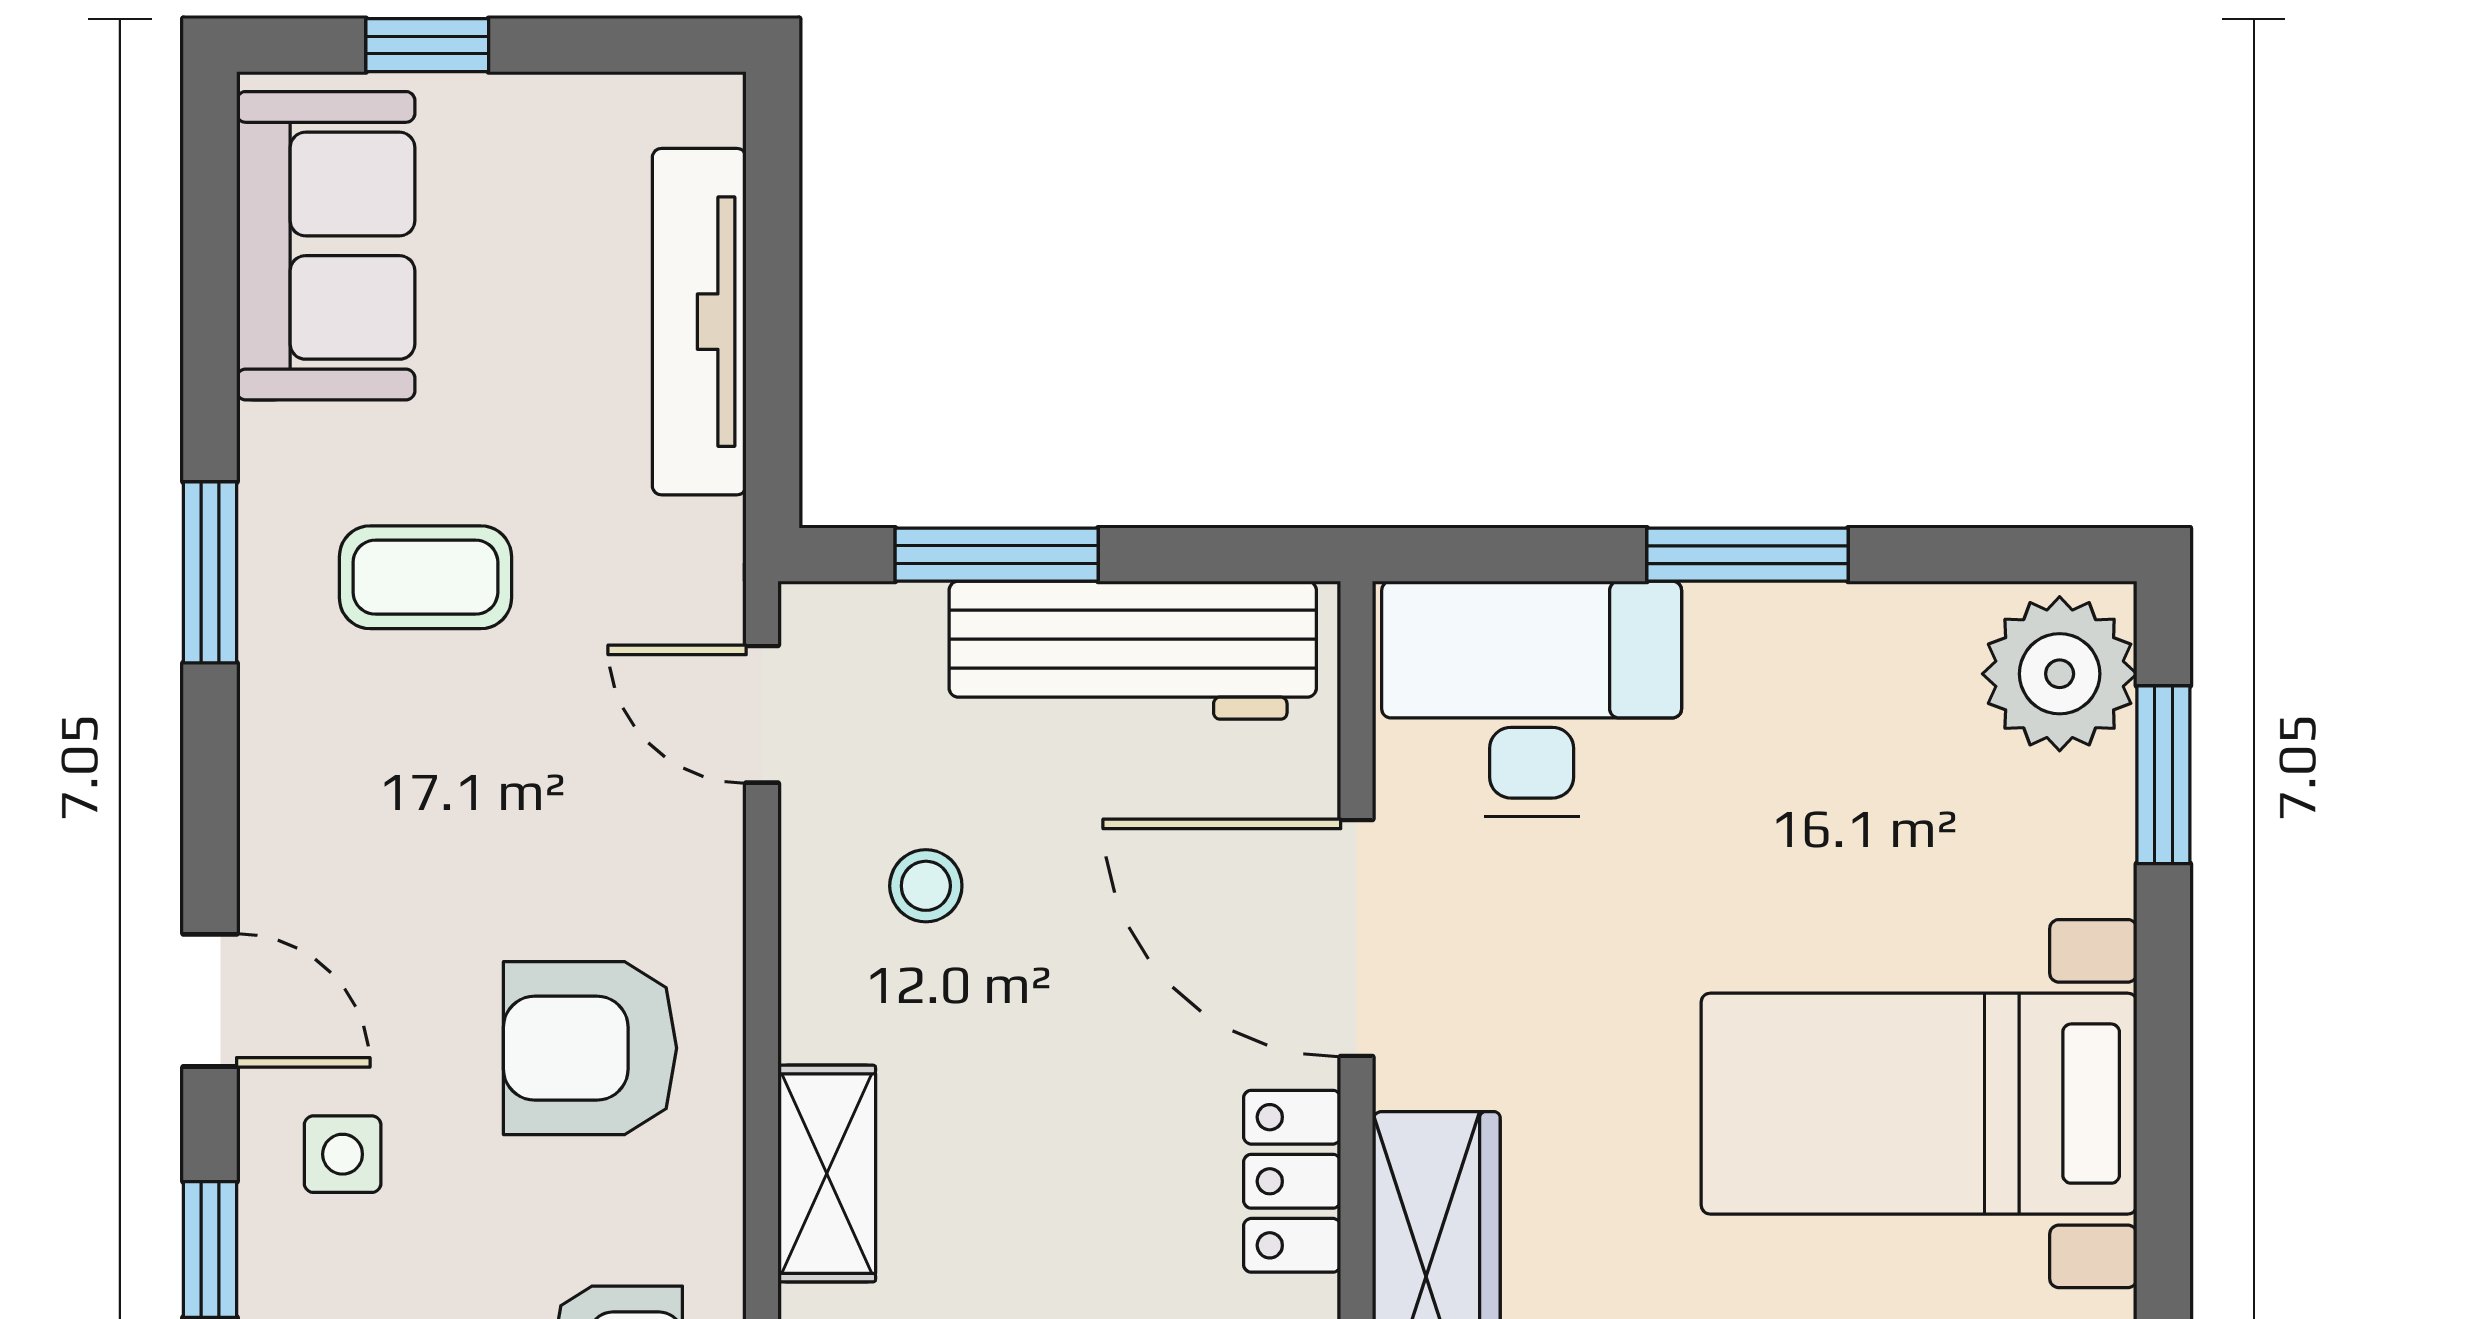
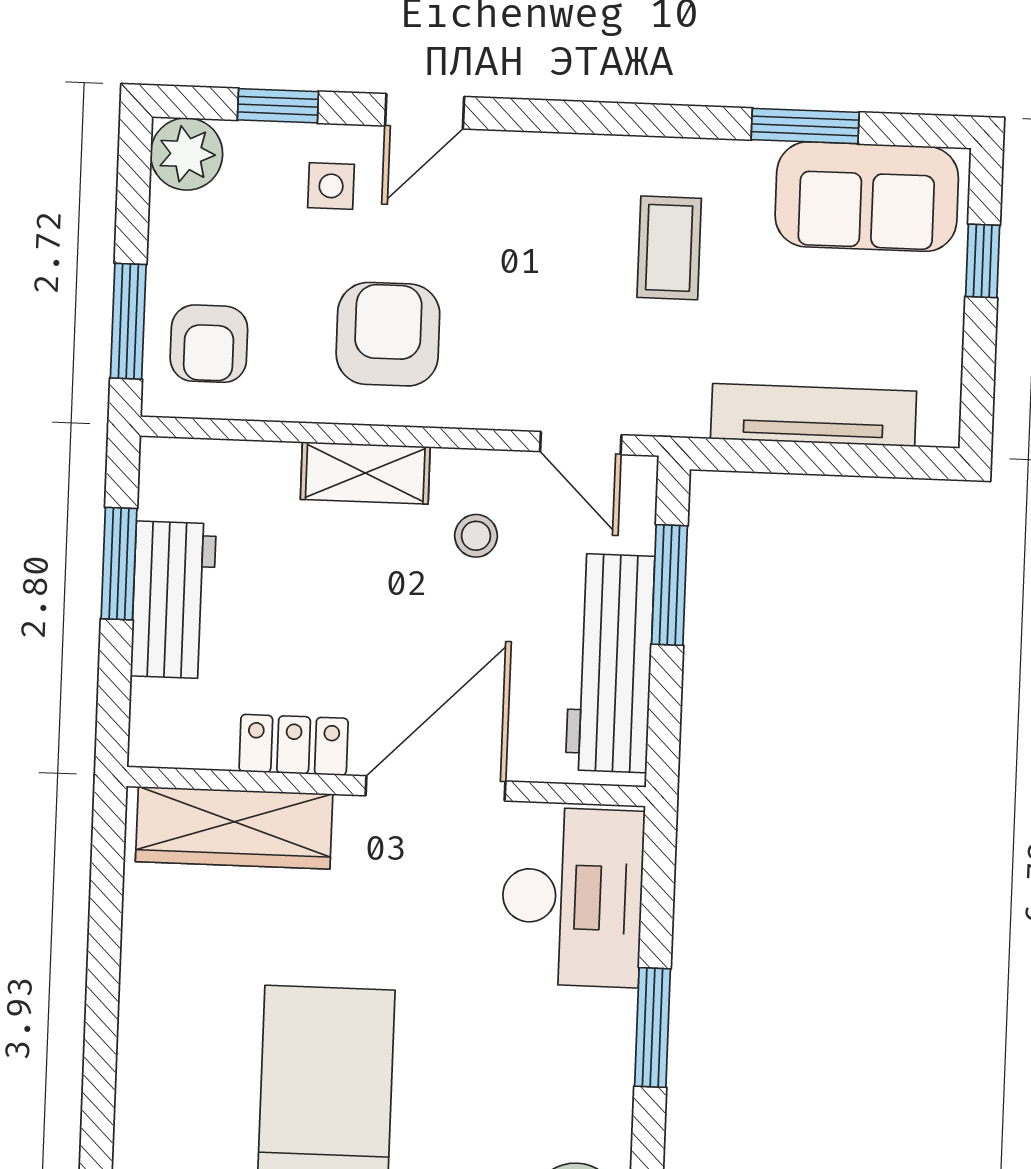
window: (210, 572) -> (805, 126), moved
door: (762, 714) -> (581, 443), swing flipped
shelving: (827, 1174) -> (365, 473), moved

